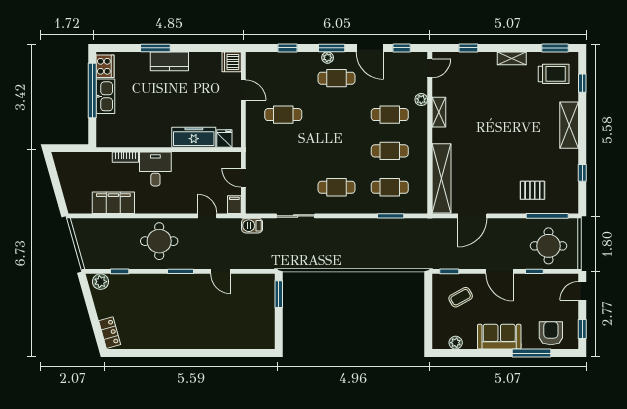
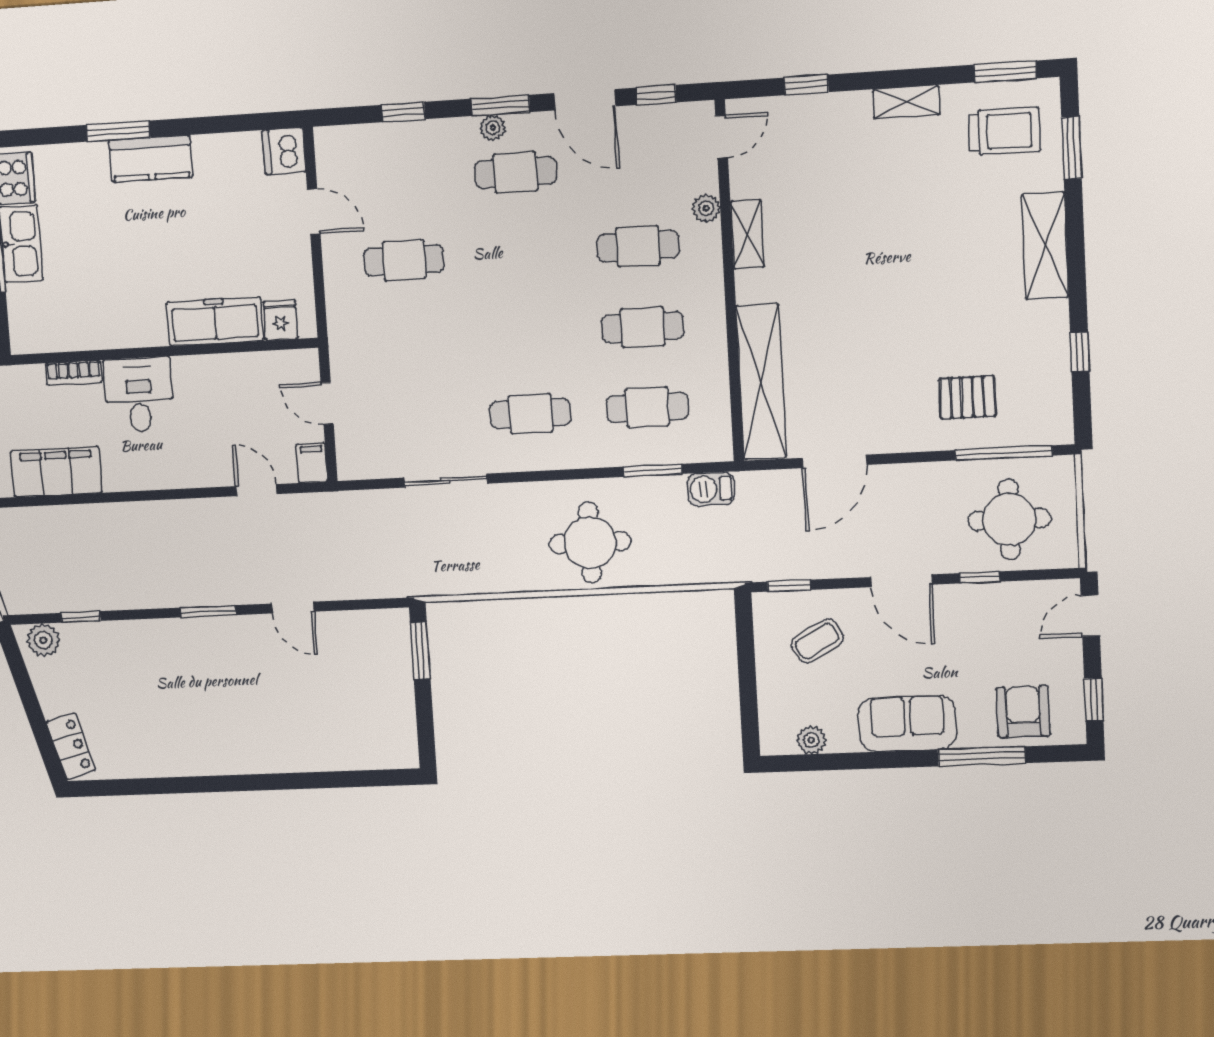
window: (582, 83) -> (1072, 148), width x1.50
barbecue: (252, 226) -> (711, 489), moved
round table: (159, 241) -> (590, 542), moved

